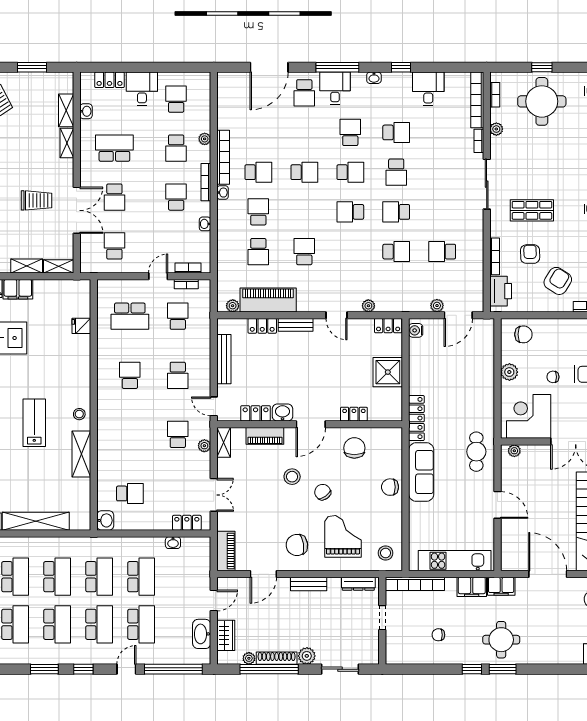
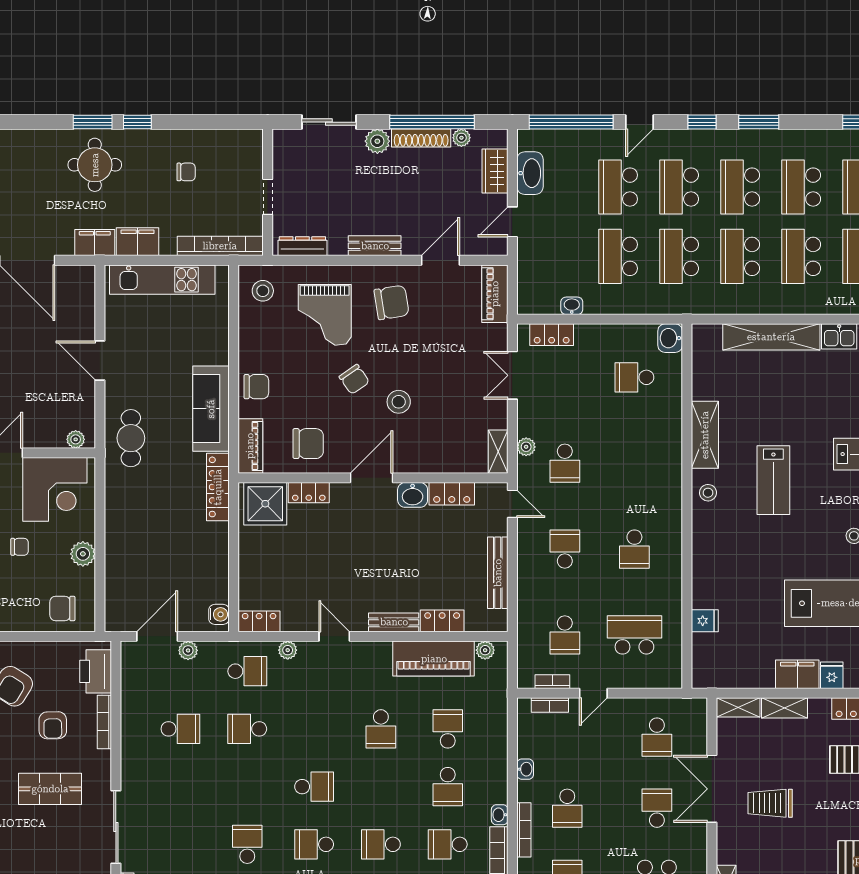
school desk: (396, 212) -> (247, 671), moved
shower: (388, 372) -> (265, 504), moved
piano: (265, 436) -> (250, 446), moved, turned 90
chair: (354, 448) -> (308, 444), turned -90

